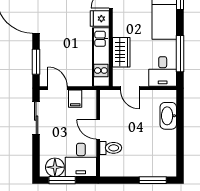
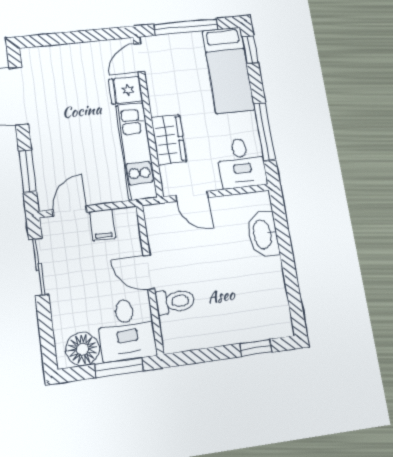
door: (58, 88) -> (70, 211), hinge flipped
window: (62, 180) -> (119, 368), moved
window: (153, 180) -> (256, 348), width x0.67

